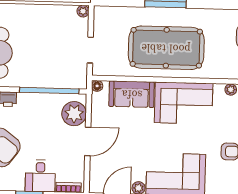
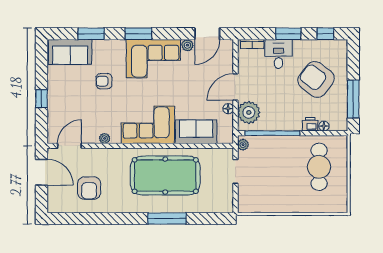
plant: (83, 11) -> (243, 145), moved
floor lamp: (97, 86) -> (228, 109), moved

